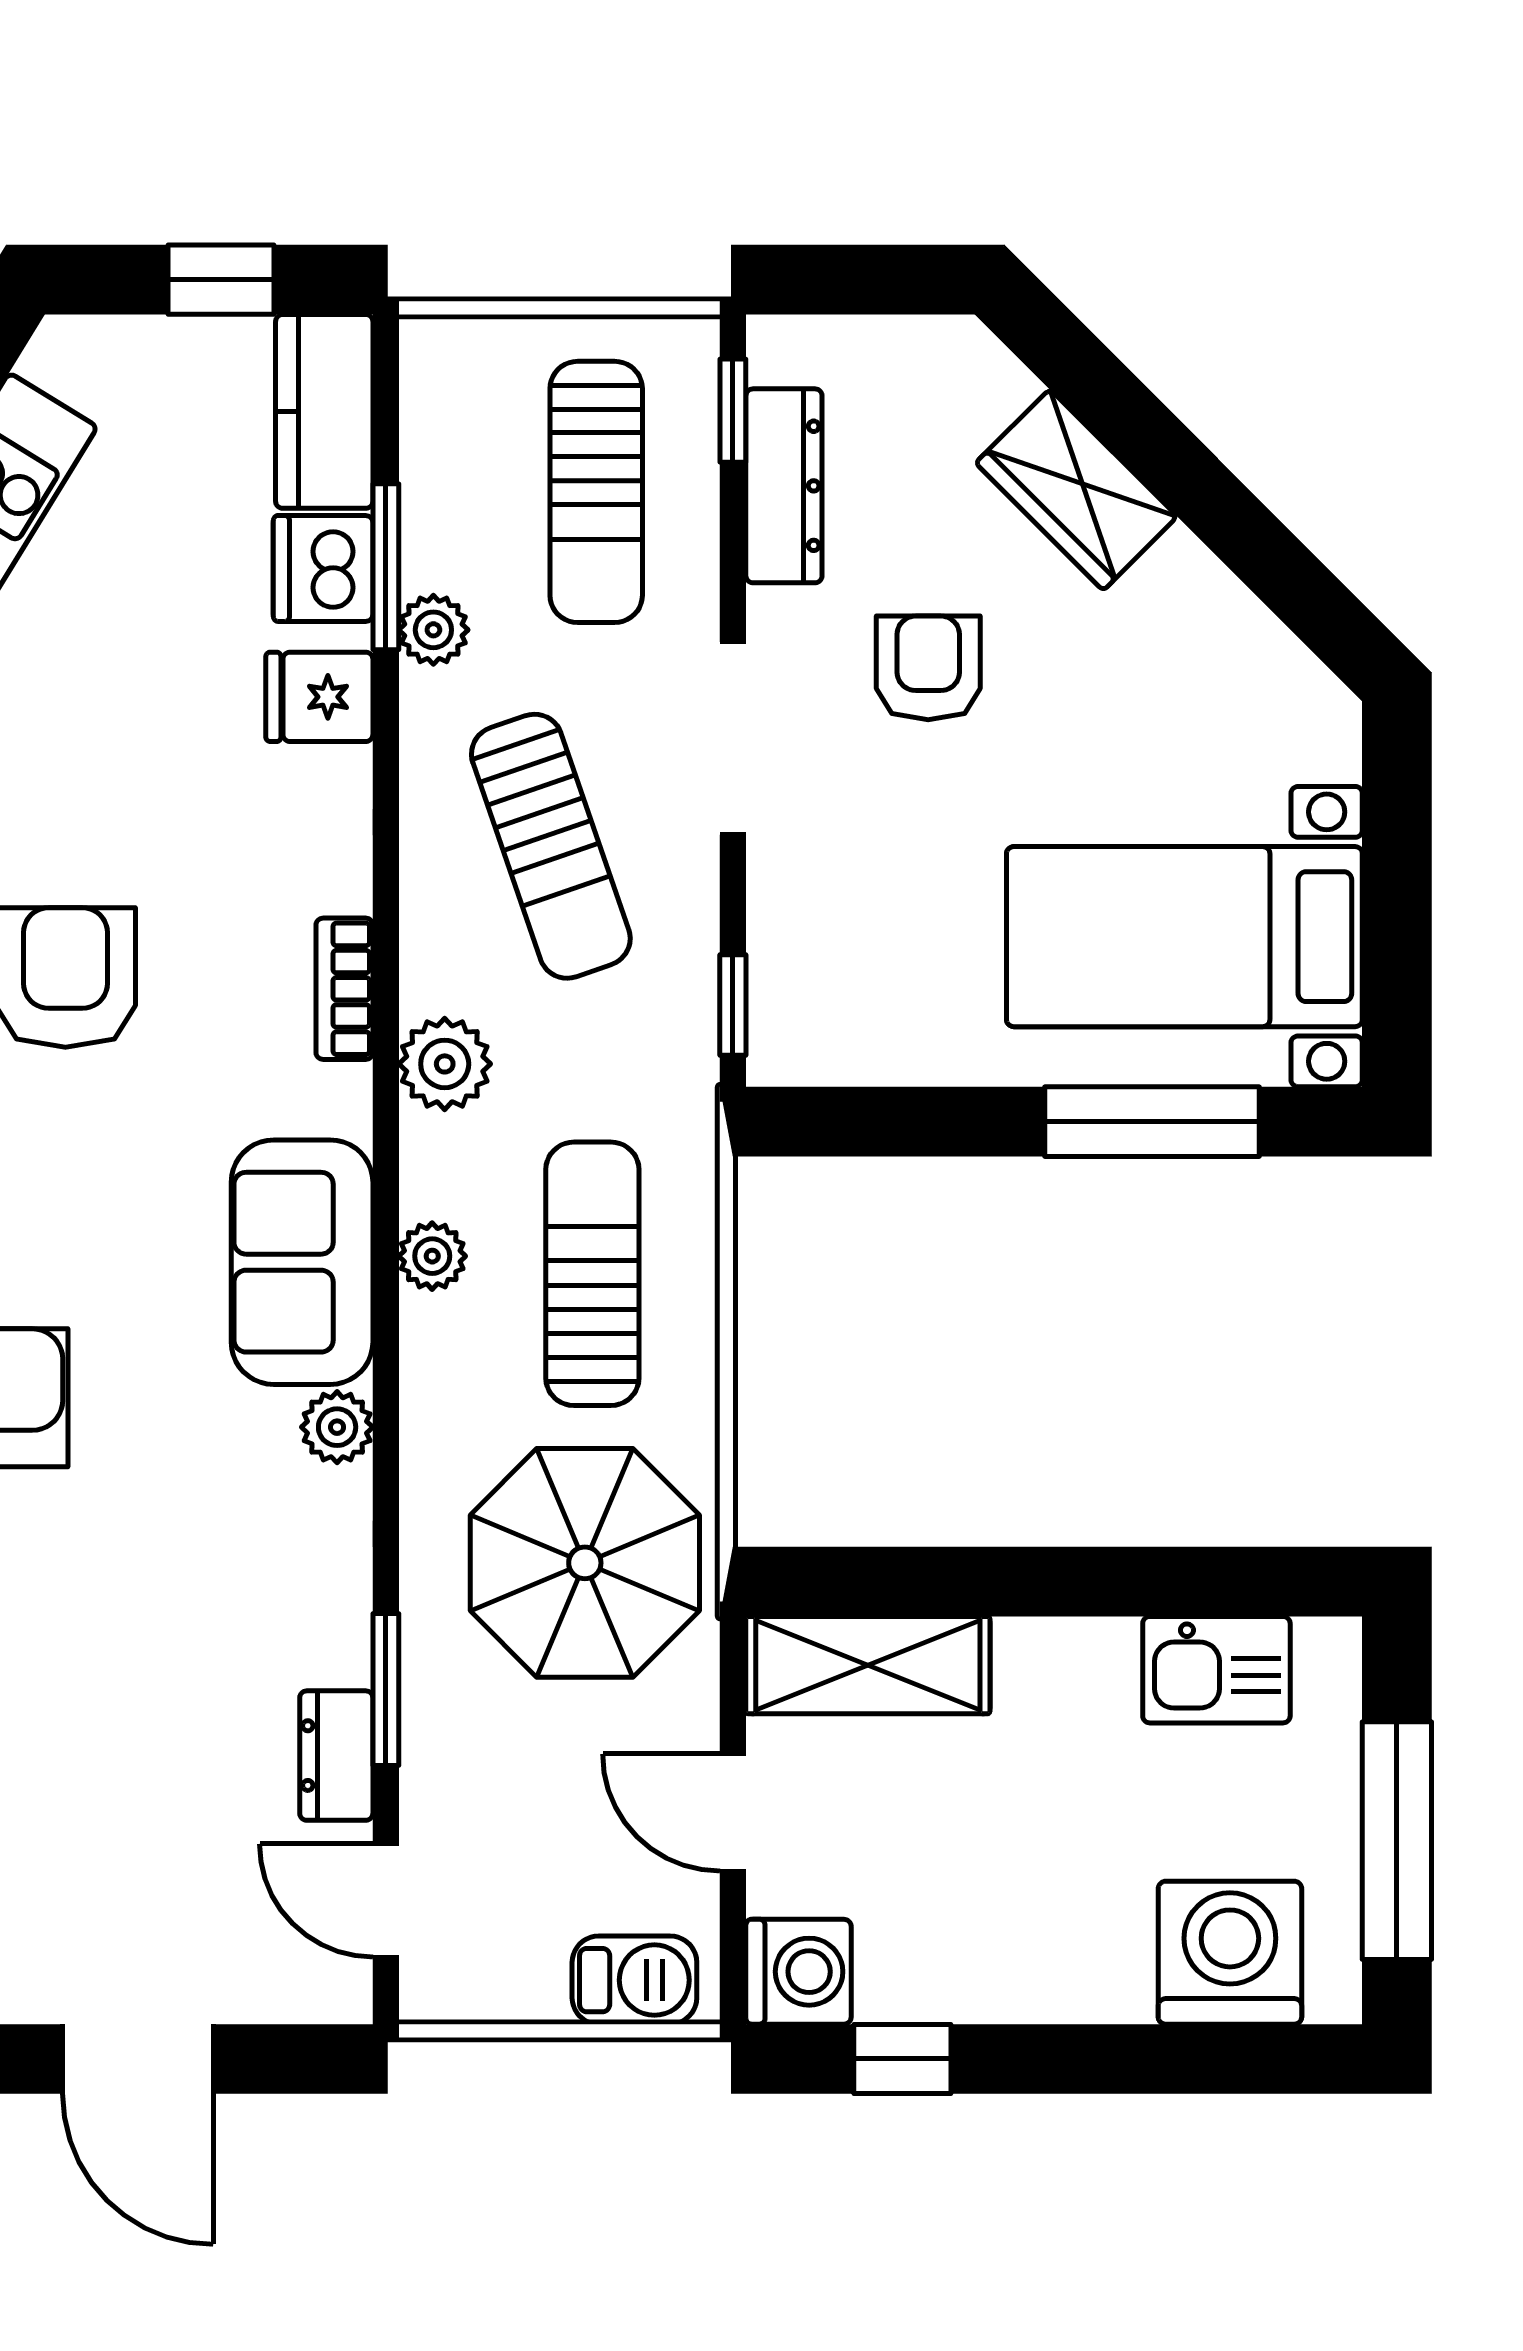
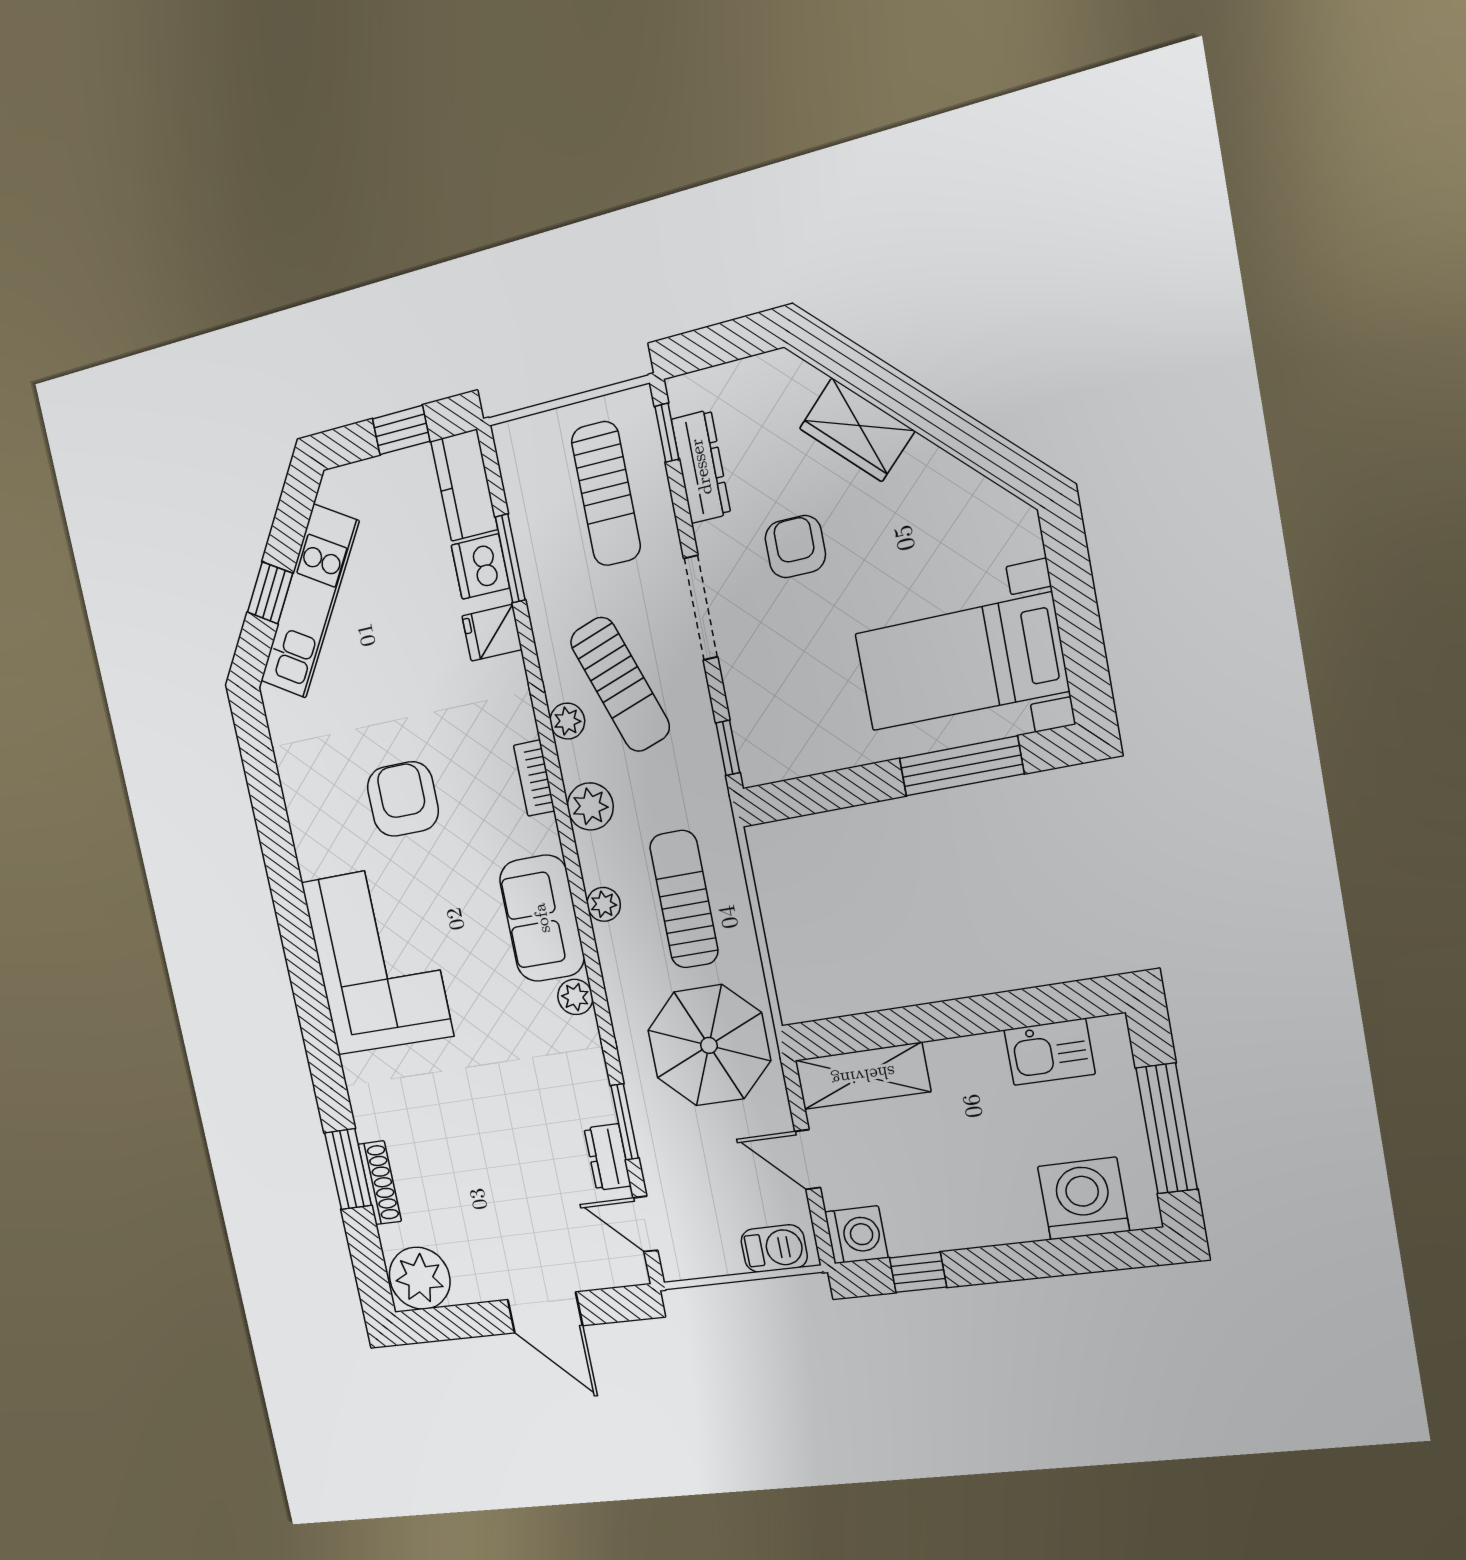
plant: (433, 630) -> (567, 721), moved

